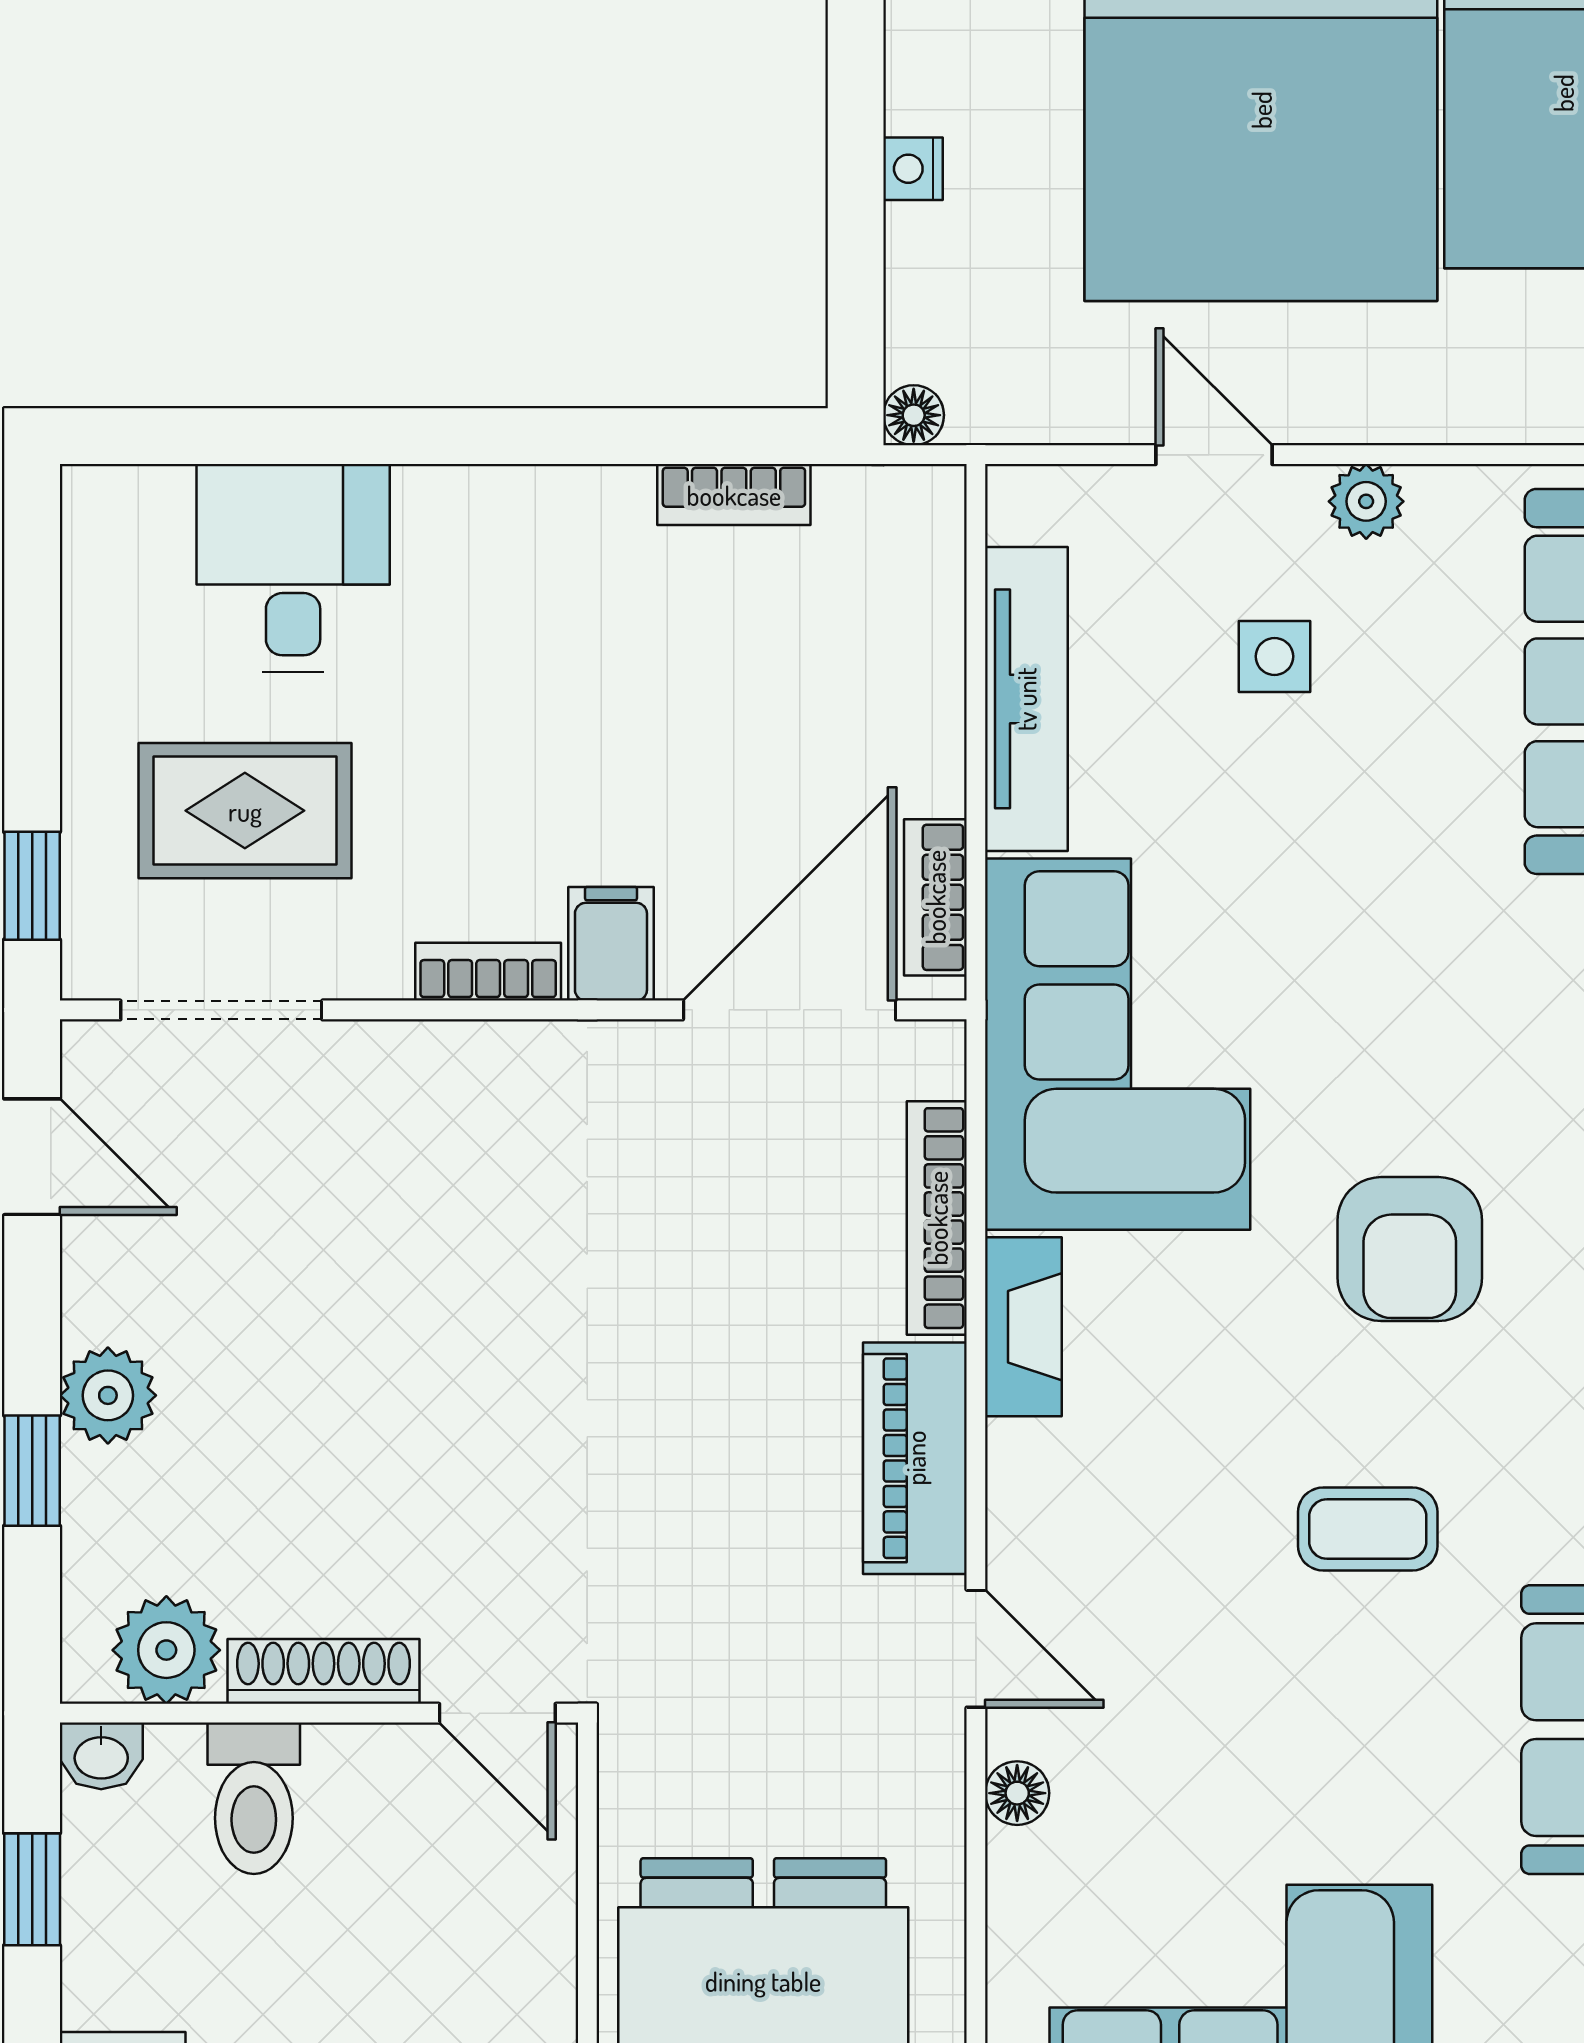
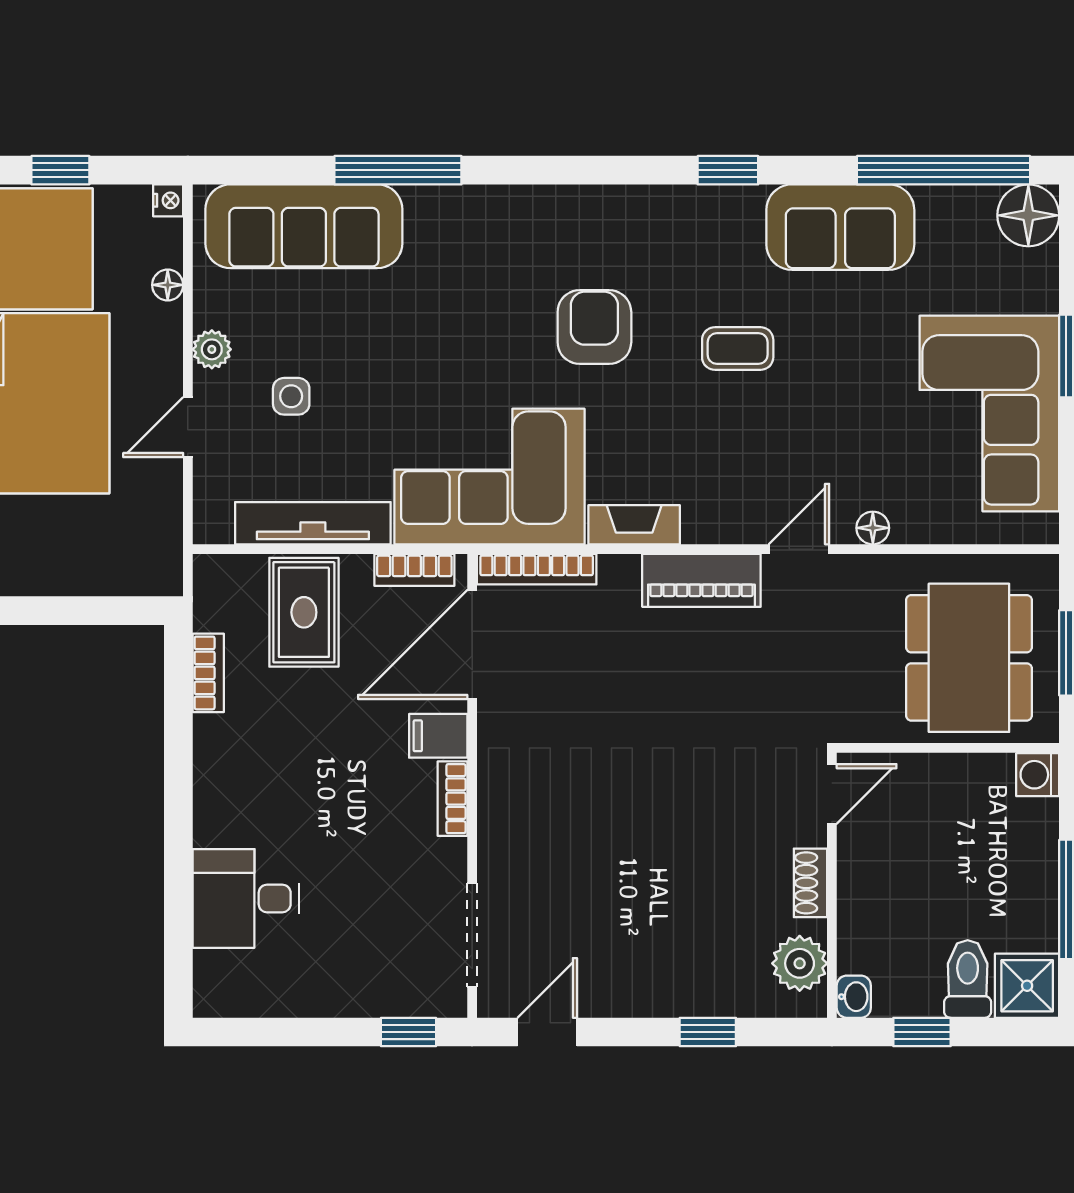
nightstand: (913, 169) -> (42, 581), removed
floor lamp: (914, 415) -> (168, 285), moved
rug: (245, 811) -> (304, 612), moved
door: (790, 1010) -> (472, 644), hinge flipped
bookcase: (937, 1218) -> (537, 569), moved
armchair: (1410, 1249) -> (594, 327), turned -90
plant: (108, 1395) -> (669, 993), removed
coffee table: (1368, 1529) -> (738, 349), turned 90
shoe rack: (324, 1671) -> (811, 883), width x0.70
toilet: (254, 1798) -> (968, 979), moved, turned -90

